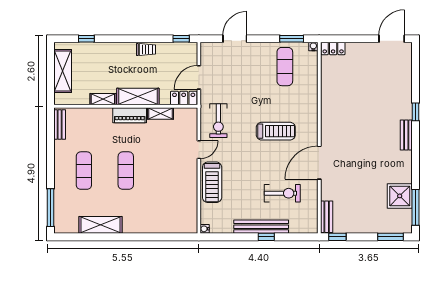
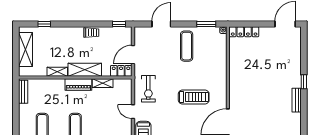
locker: (333, 48) -> (244, 32), width x1.53
exercise mat: (285, 67) -> (187, 46), moved
door: (199, 150) -> (133, 112), swing flipped

